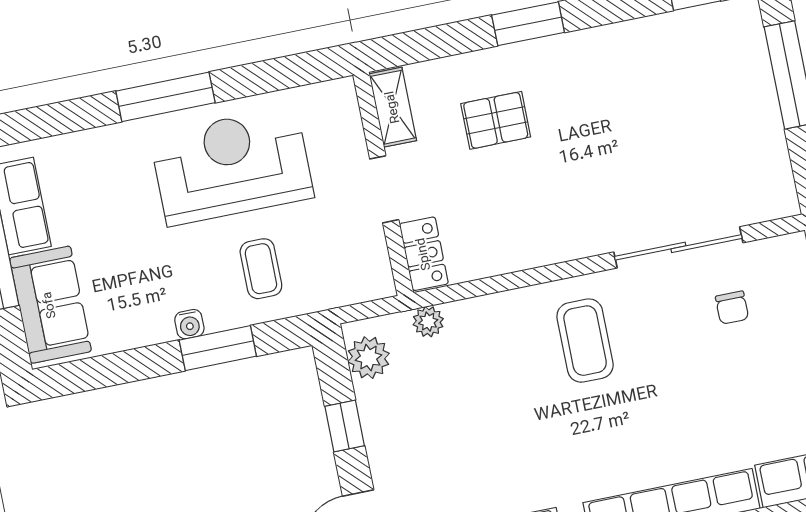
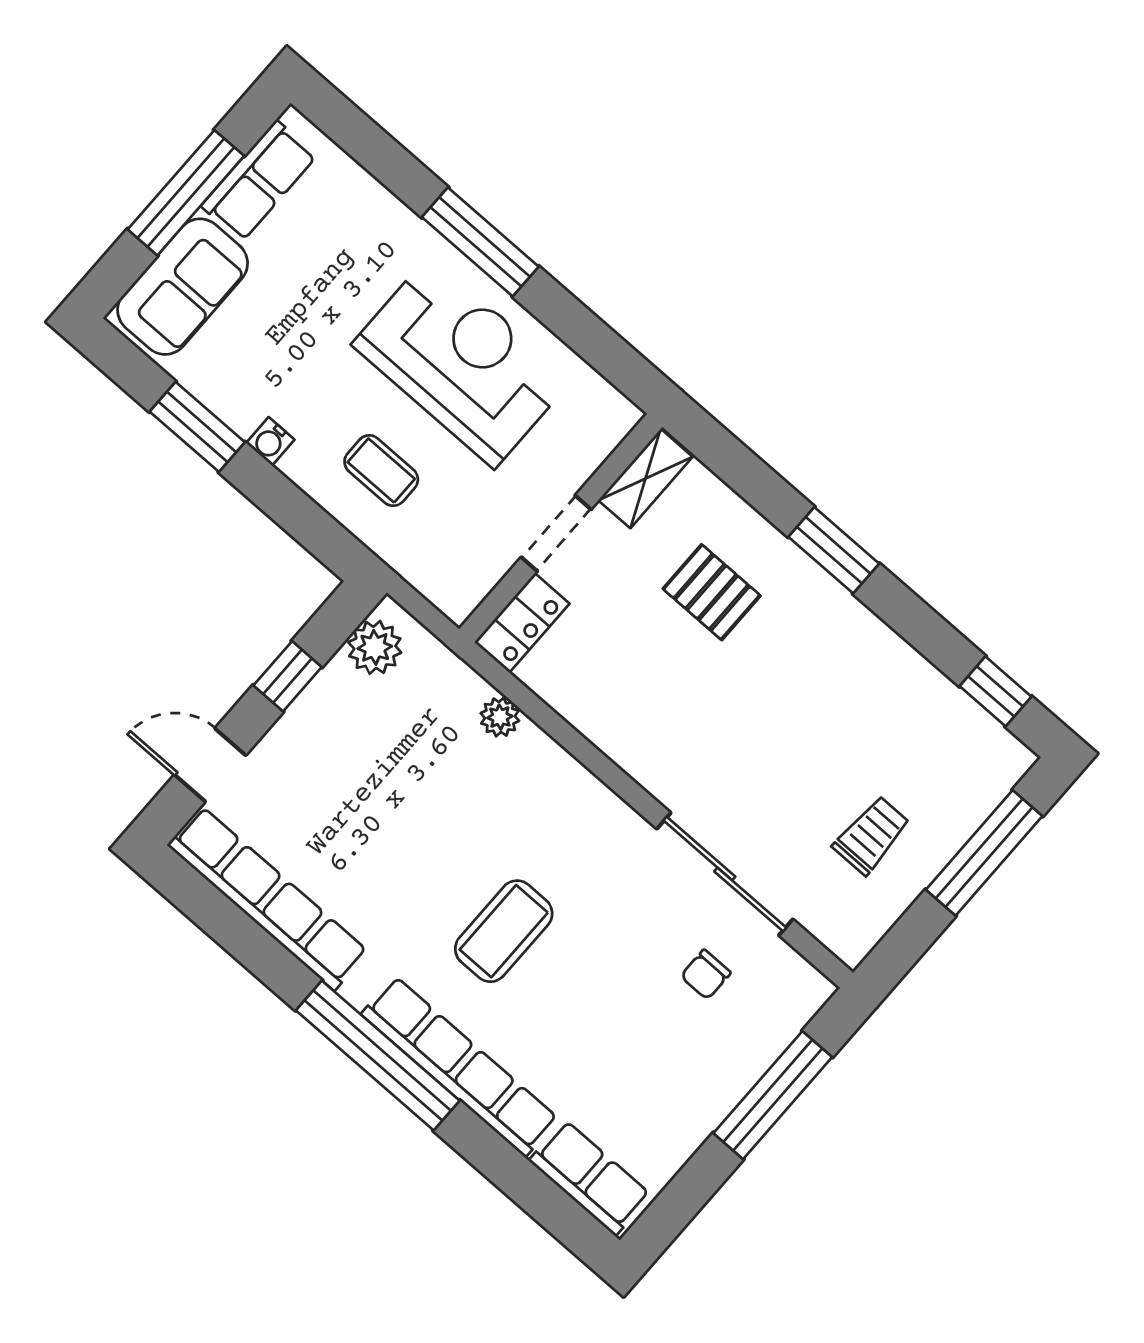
trolley: (725, 137) -> (871, 835), added
coffee table: (261, 269) -> (381, 471), turned 90
plant: (428, 322) -> (500, 717), moved
coffee table: (585, 341) -> (504, 931), moved
window: (218, 348) -> (197, 427), moved

